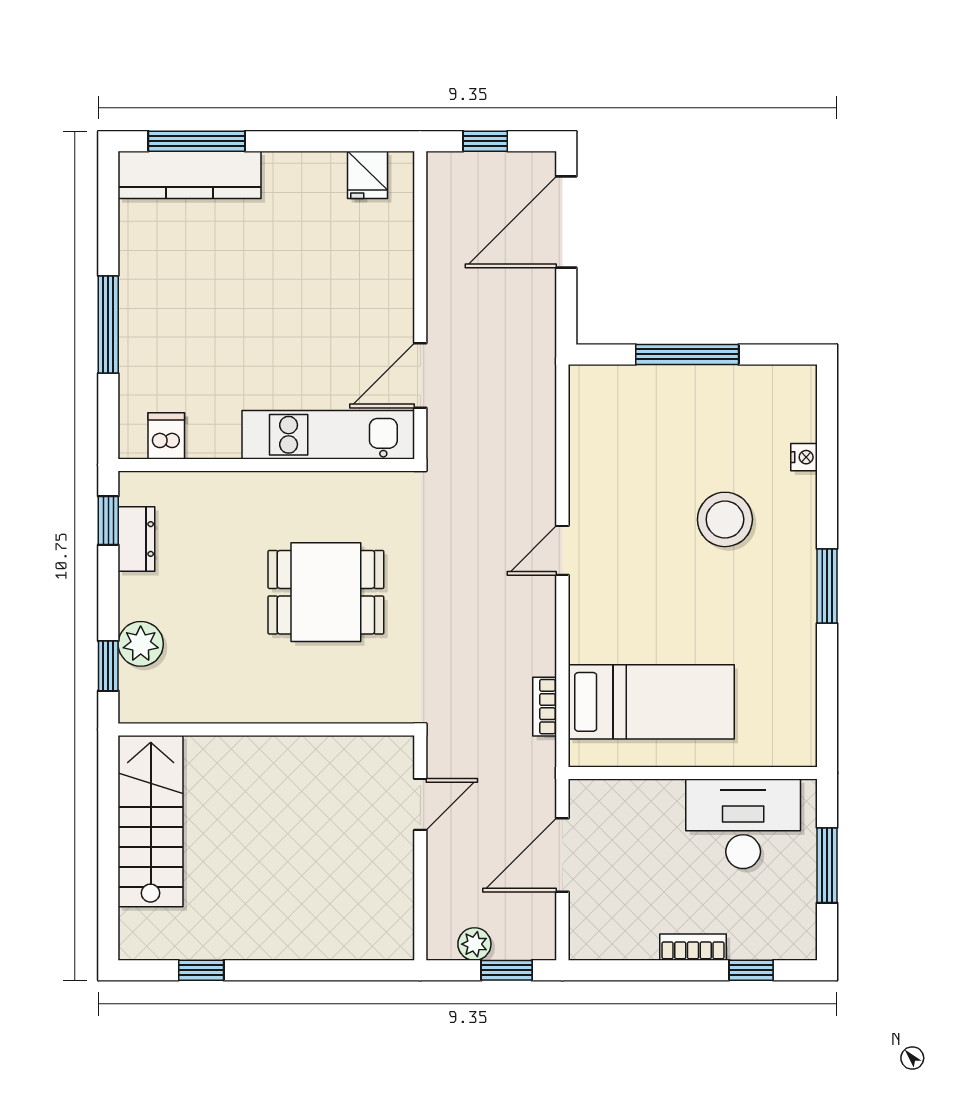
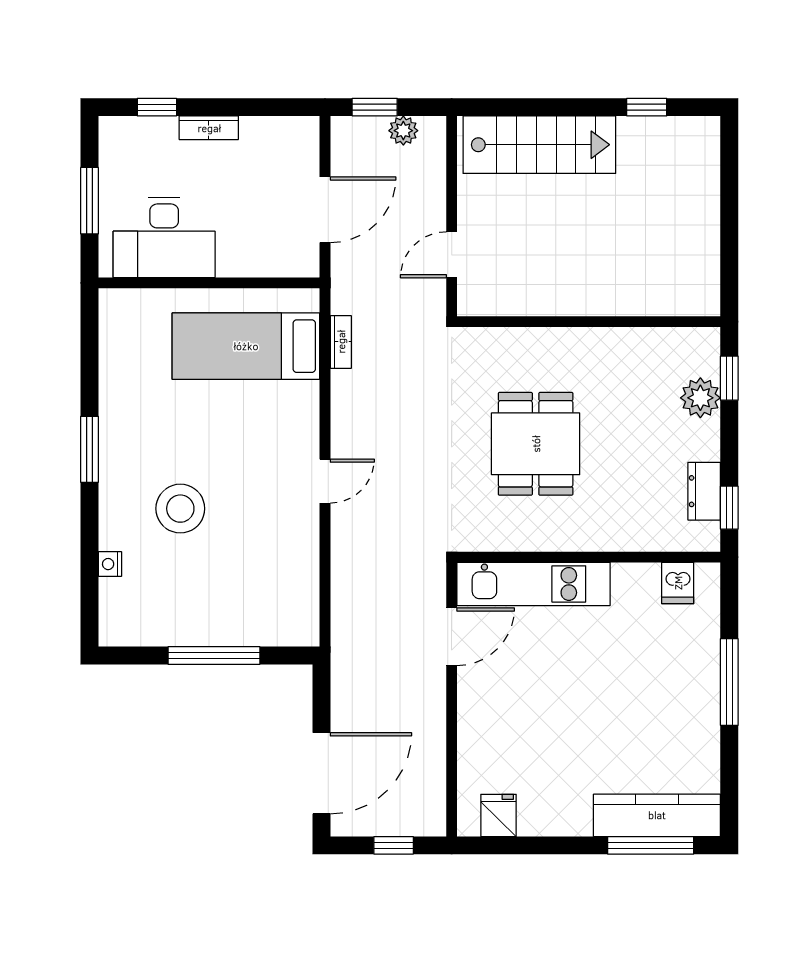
dining table: (326, 592) -> (536, 444), turned 90
stairs: (151, 821) -> (539, 145), moved, turned -90

